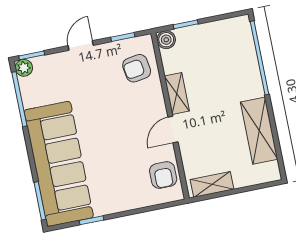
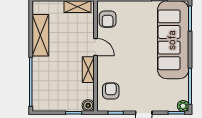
armchair: (137, 68) -> (111, 91), turned -81
door: (173, 130) -> (95, 47), hinge flipped
armchair: (163, 175) -> (108, 19), turned 180

